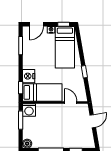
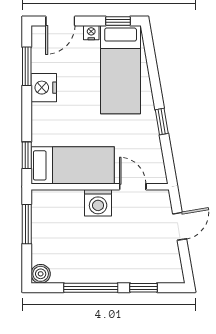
nightstand: (29, 76) -> (44, 88), moved
washing machine: (29, 110) -> (98, 203), moved

